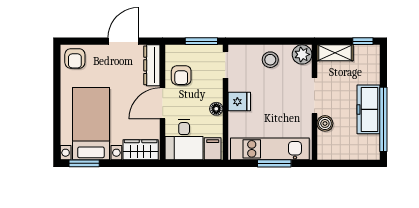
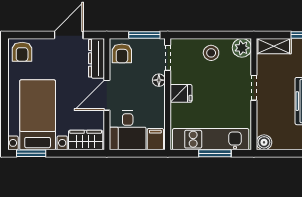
armchair: (181, 75) -> (122, 53), moved
doorway: (314, 96) -> (254, 88), width x0.73
floor lamp: (216, 109) -> (159, 80), moved
boiler: (325, 123) -> (264, 142), moved

